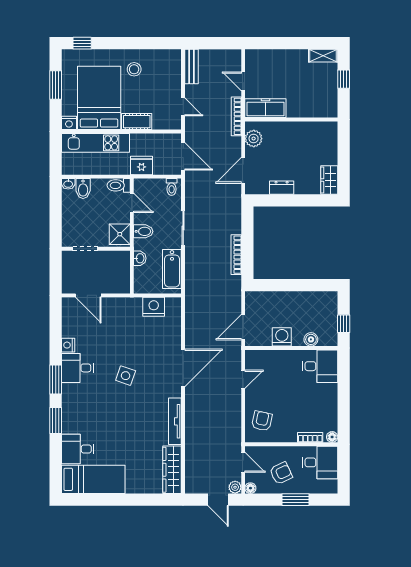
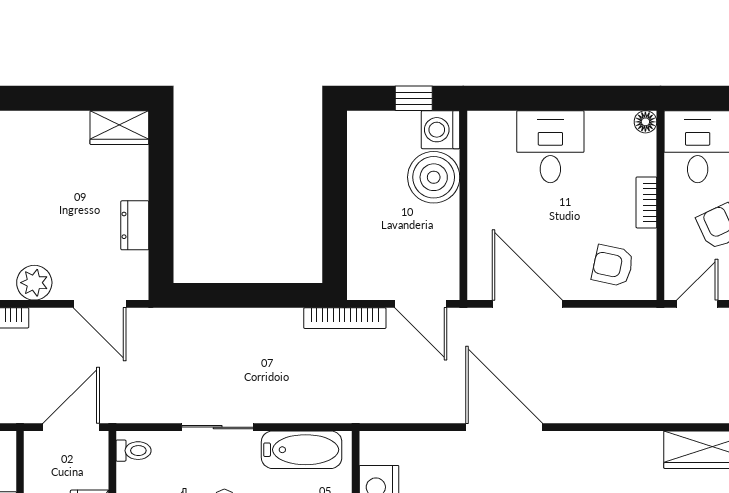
bookcase: (236, 255) -> (345, 318), moved
washing machine: (282, 337) -> (441, 130), moved
boiler: (311, 339) -> (434, 177), width x1.86, depth x1.86
desk: (320, 366) -> (550, 147), moved
door: (243, 379) -> (527, 304), width x1.87
tv unit: (175, 421) -> (613, 444), removed
bookcase: (310, 437) -> (646, 202), moved

